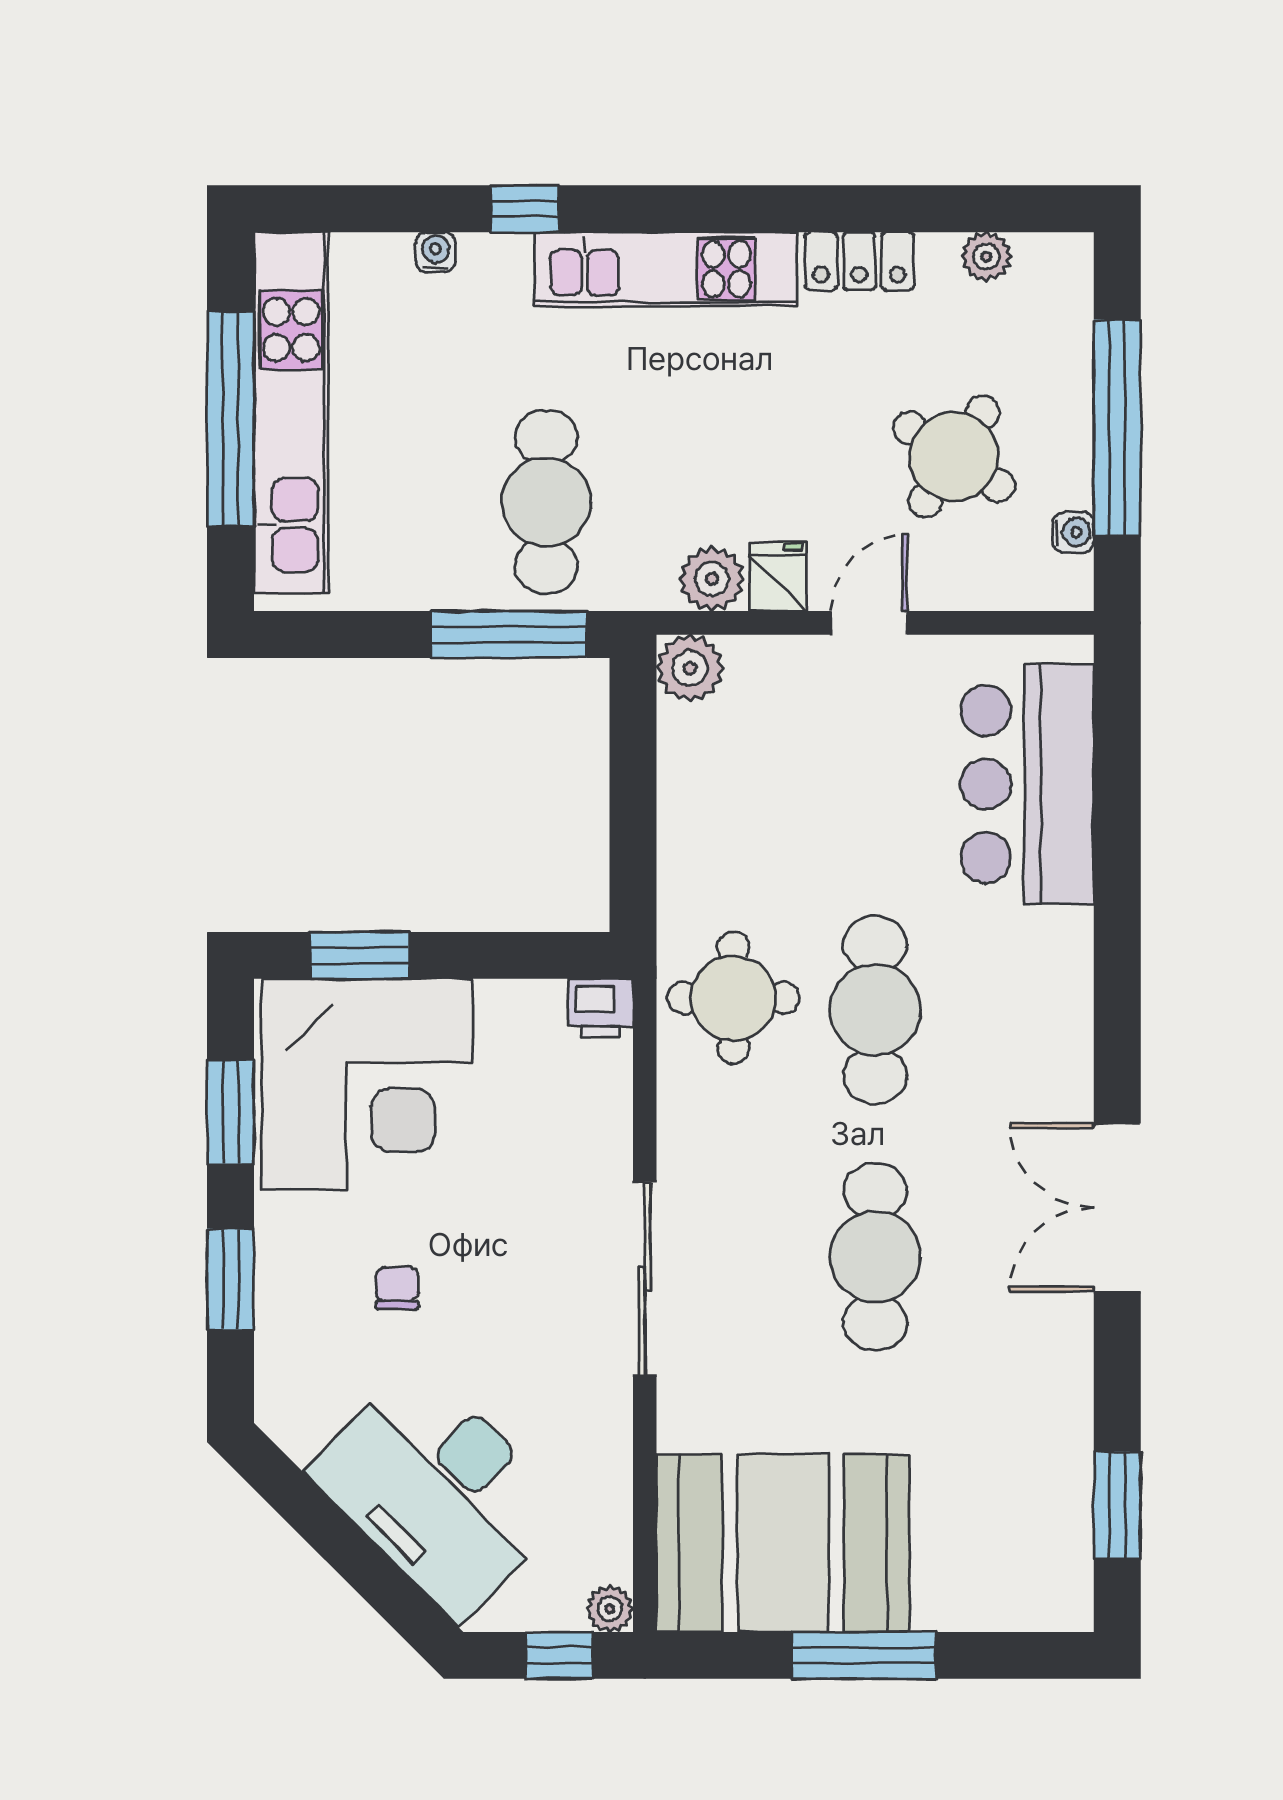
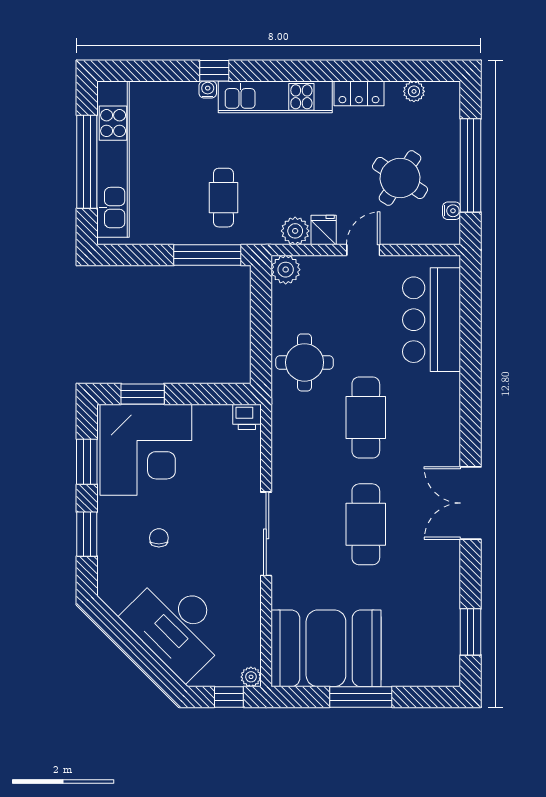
water cooler: (435, 252) -> (208, 89), moved
cafe table: (546, 502) -> (223, 198), width x0.73, depth x0.74
round table: (733, 998) -> (305, 362), moved

